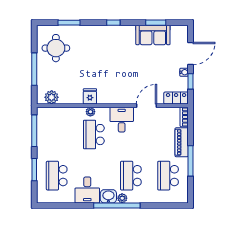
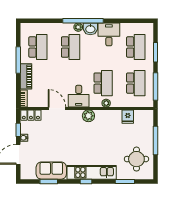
kitchen unit: (107, 33) -> (92, 172), added
fridge: (90, 96) -> (128, 117), moved
plant: (52, 97) -> (88, 116), moved
door: (146, 106) -> (57, 108), swing flipped
school desk: (57, 135) -> (136, 83), added

